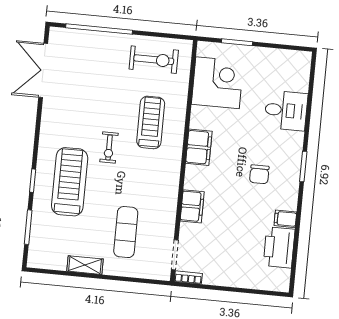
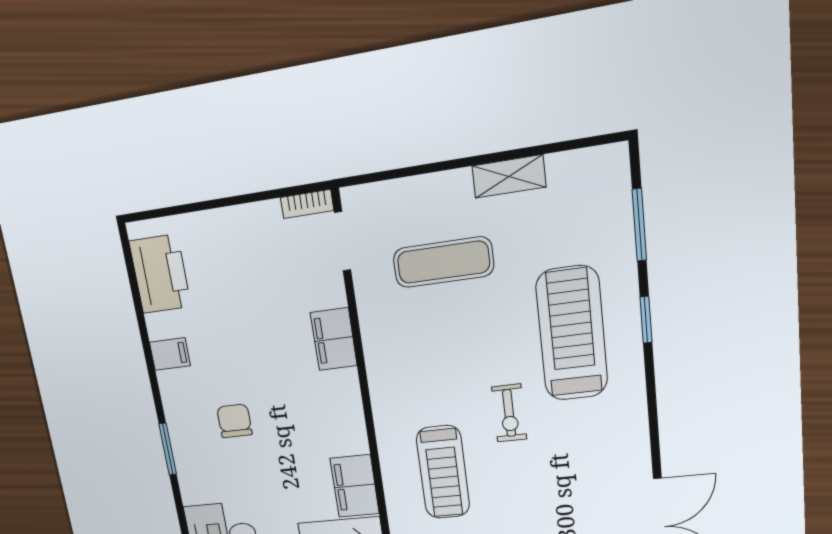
exercise bike: (109, 147) -> (509, 413), turned 180
filing cabinet: (199, 147) -> (355, 486), moved
treadmill: (70, 182) -> (572, 334), turned 180
exercise mat: (126, 232) -> (443, 262), turned 90
printer: (279, 247) -> (160, 274), moved

